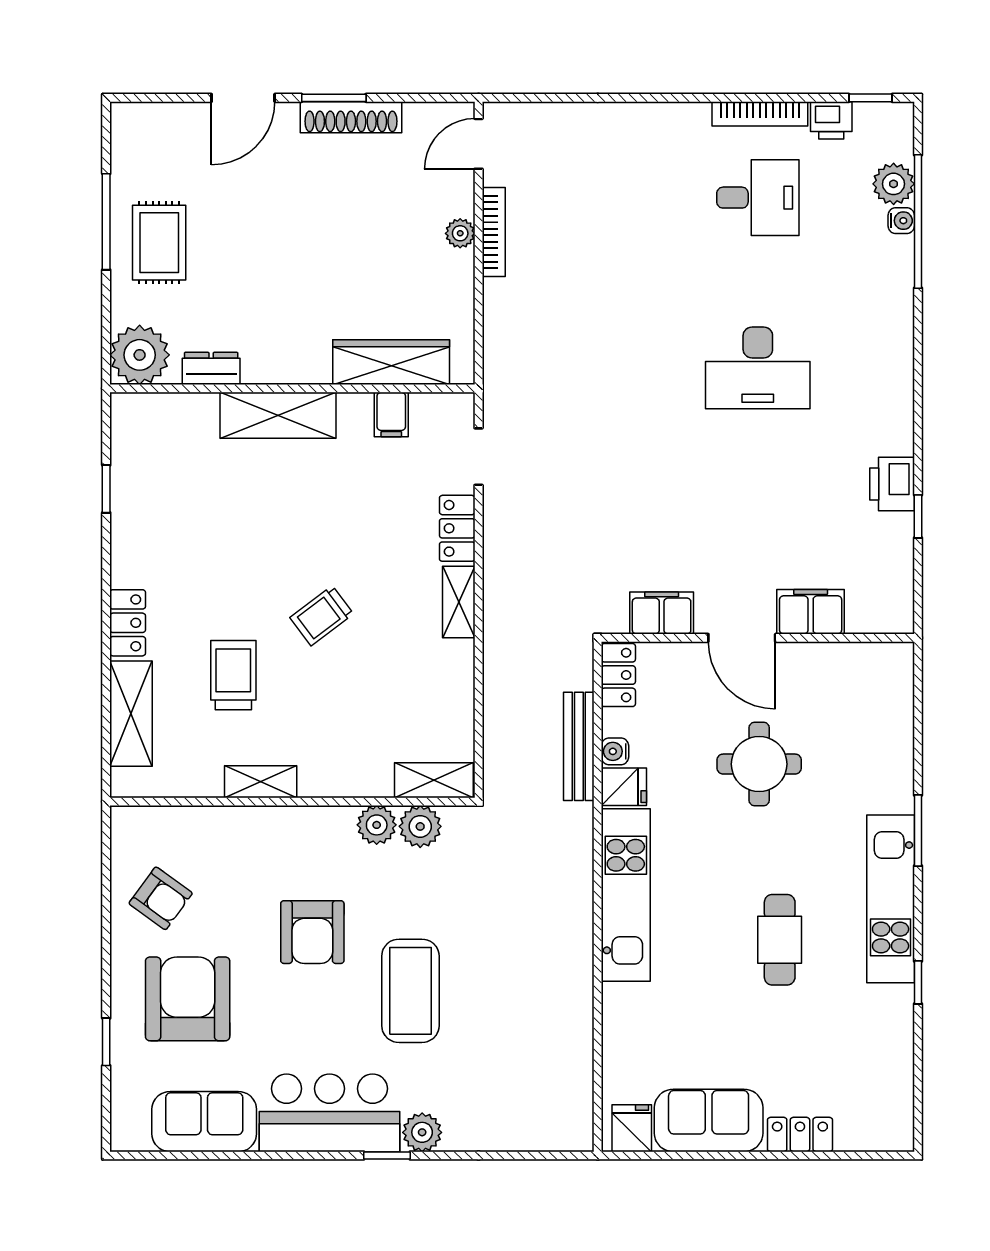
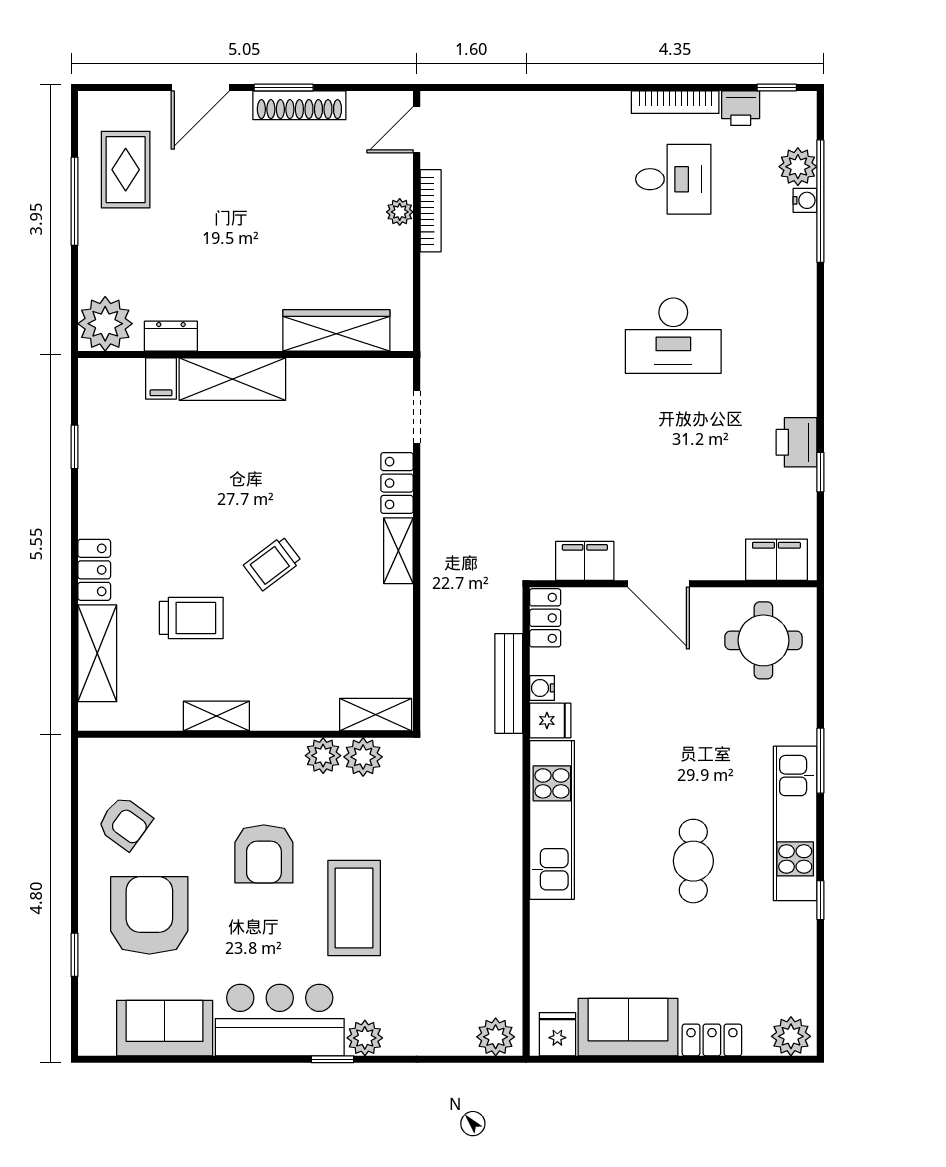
rug: (159, 243) -> (126, 170), moved
filing cabinet: (391, 414) -> (161, 378), moved
filing cabinet: (811, 612) -> (776, 560), moved
trolley: (233, 675) -> (191, 618), turned 90
round table: (759, 764) -> (763, 640), moved
plant: (886, 1130) -> (791, 1036), added
plant: (564, 1131) -> (496, 1037), added

